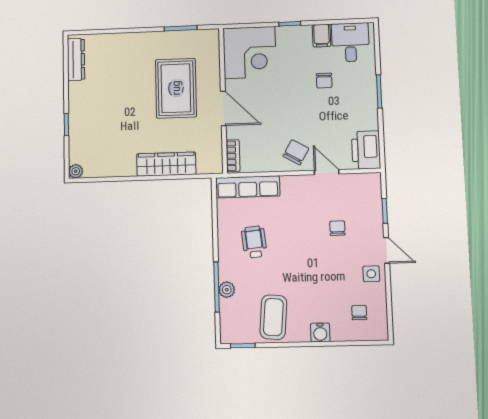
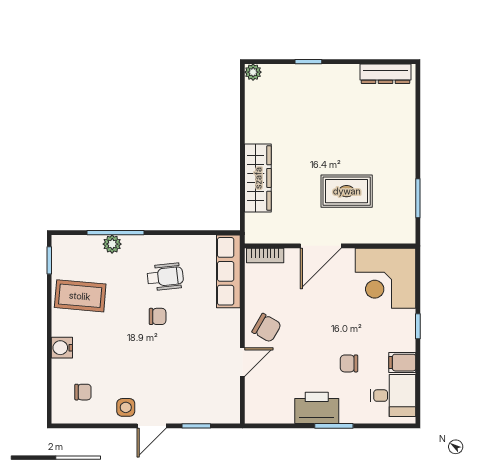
rug: (176, 88) -> (347, 191), width x0.73, depth x0.70
printer: (366, 150) -> (317, 408), moved
chair: (337, 228) -> (158, 316), moved

